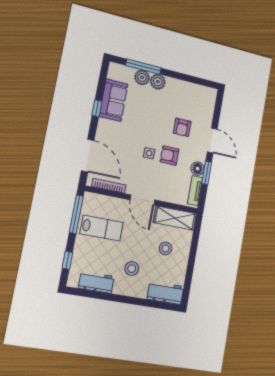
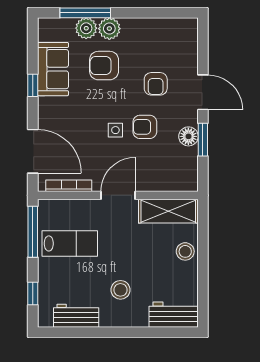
armchair: (149, 106) -> (104, 66), added
tv unit: (195, 191) -> (190, 168), removed
door: (142, 200) -> (118, 195), swing flipped
stool: (165, 248) -> (185, 251), moved

